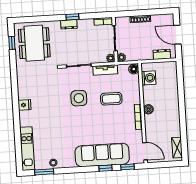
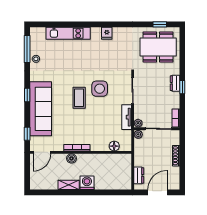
floor lamp: (134, 69) -> (114, 146), moved
washing machine: (149, 78) -> (87, 183), moved, turned 180
coffee table: (111, 99) -> (79, 98), moved
fridge: (25, 105) -> (107, 33), moved
boiler: (148, 109) -> (71, 158), moved
shelving: (177, 148) -> (69, 185), moved
kitchen unit: (27, 149) -> (68, 33), moved
window: (106, 168) -> (27, 95), moved
window: (44, 172) -> (27, 49), width x1.44

